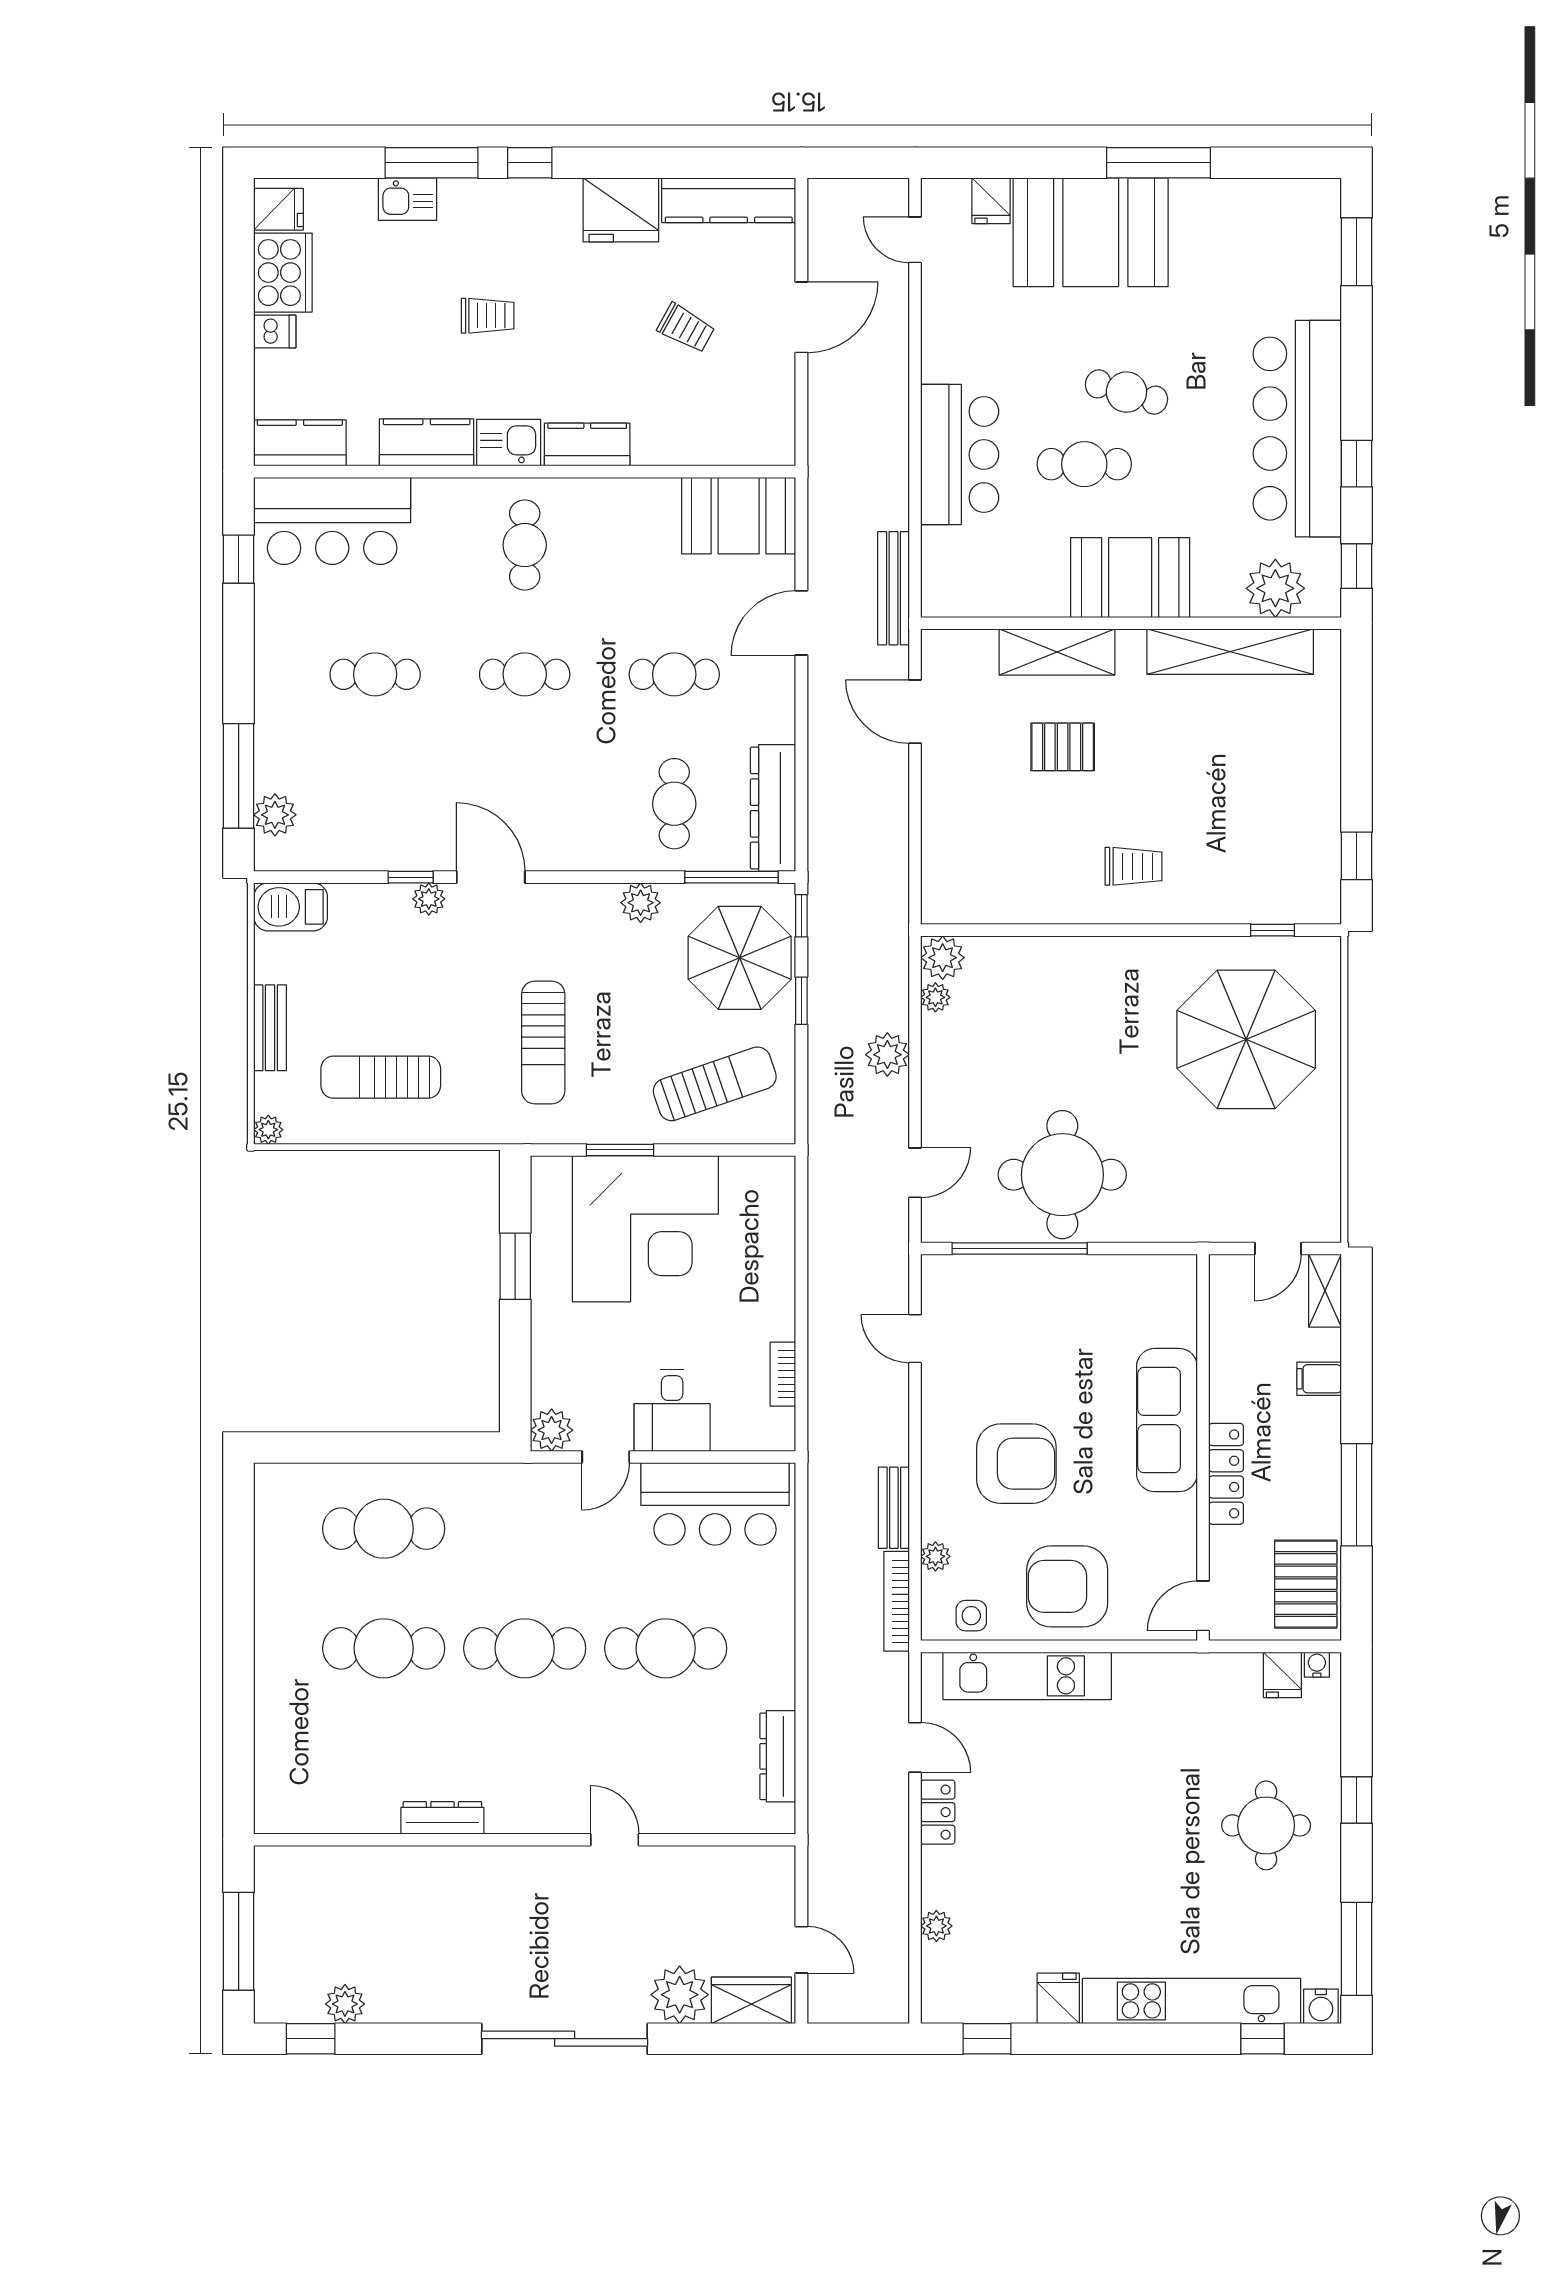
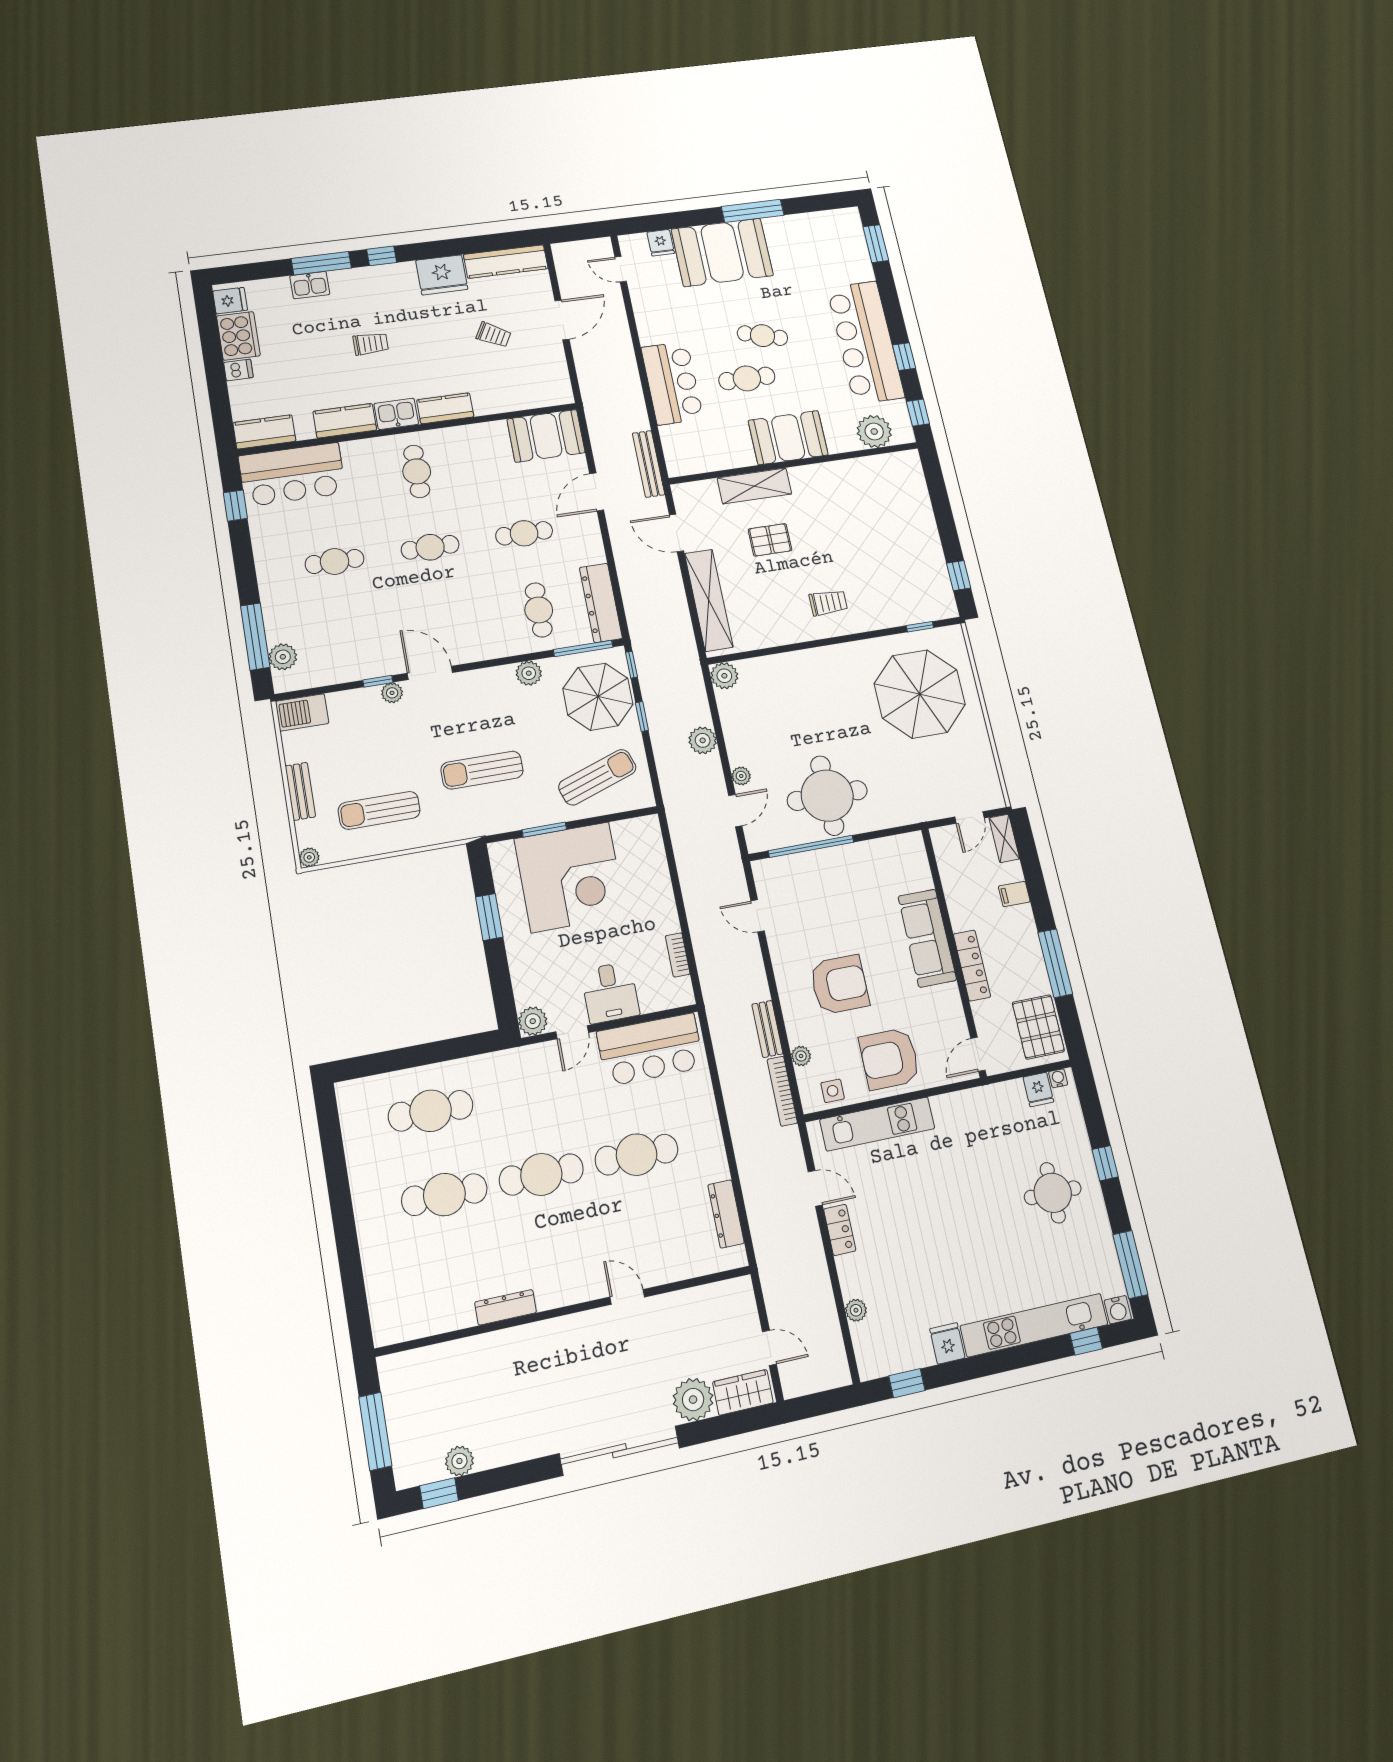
shelving: (1230, 652) -> (709, 600), moved, turned 90
plant: (935, 997) -> (741, 776), moved
sun lounger: (543, 1042) -> (482, 770), turned 90

